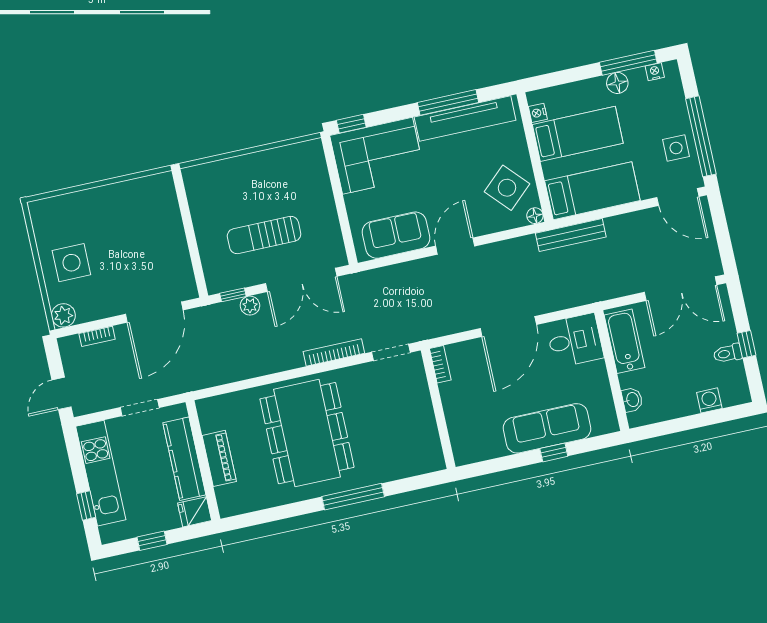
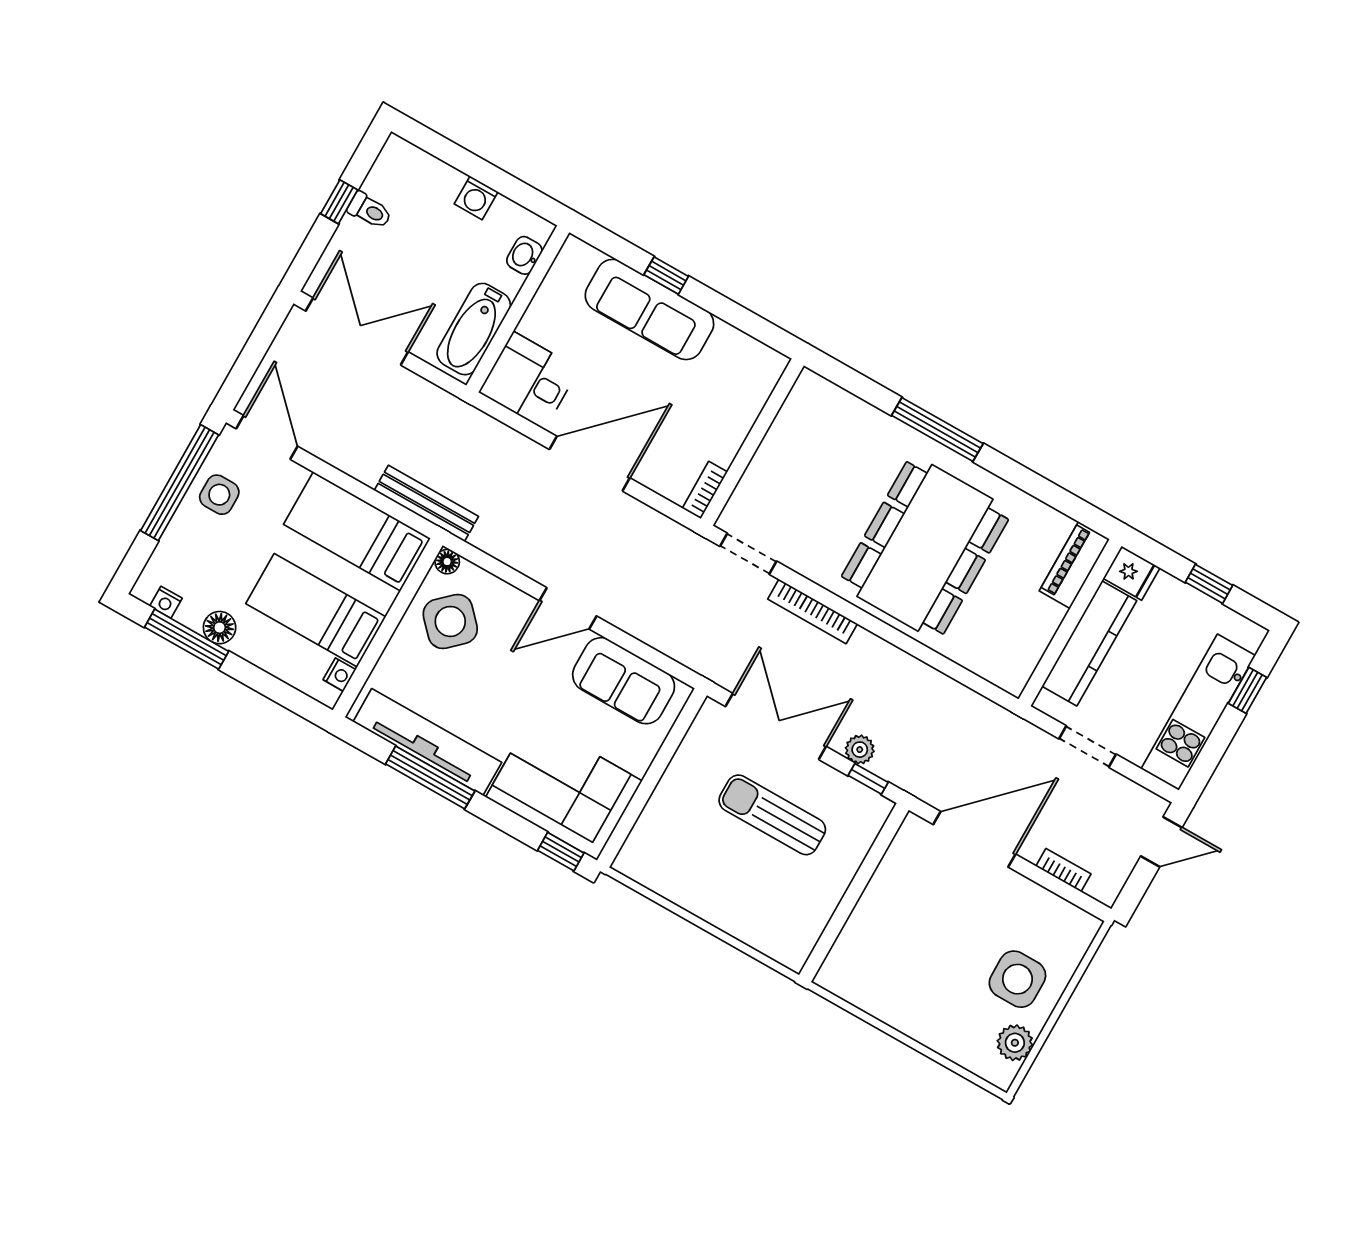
sun lounger: (264, 235) -> (772, 815), turned 180
plant: (63, 315) -> (1015, 1043), moved
washing machine: (709, 400) -> (476, 198), moved
piano: (219, 458) -> (1074, 565), moved

